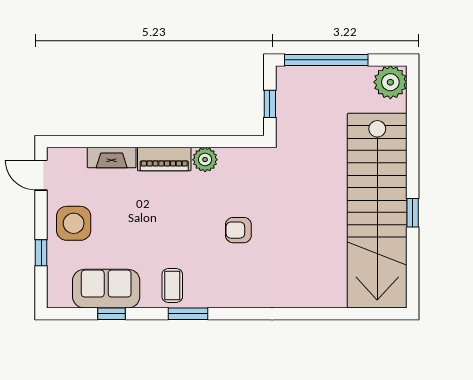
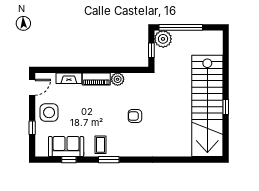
plant: (390, 82) -> (163, 39), moved
door: (41, 175) -> (32, 87), swing flipped

